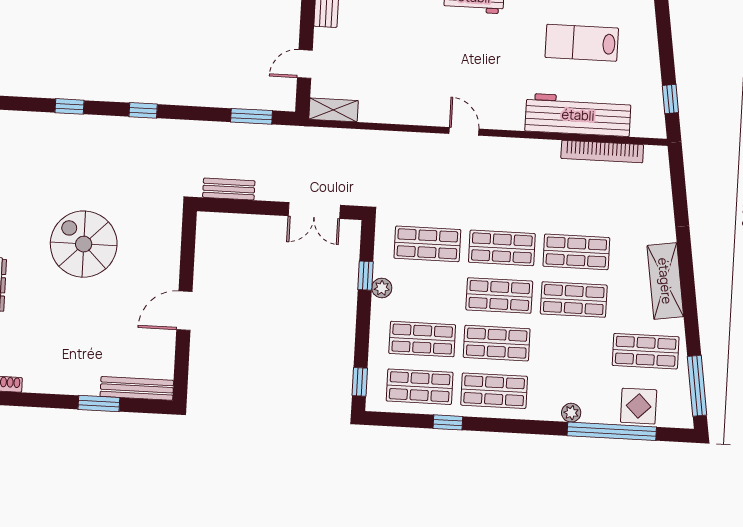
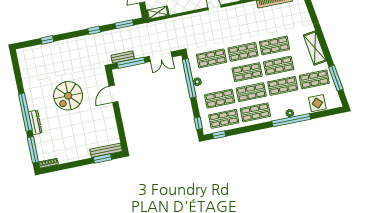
window: (143, 110) -> (94, 30), moved
window: (244, 207) -> (131, 63), added
spiral stairs: (84, 244) -> (68, 96), turned -90
window: (366, 276) -> (189, 78), width x3.17
door: (184, 311) -> (114, 94), moved
shop shelf: (571, 347) -> (283, 86), added
window: (697, 386) -> (336, 78), moved
window: (99, 404) -> (103, 158), moved
window: (448, 422) -> (219, 135), moved
window: (612, 431) -> (291, 120), moved

